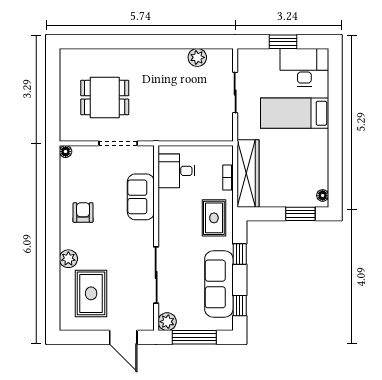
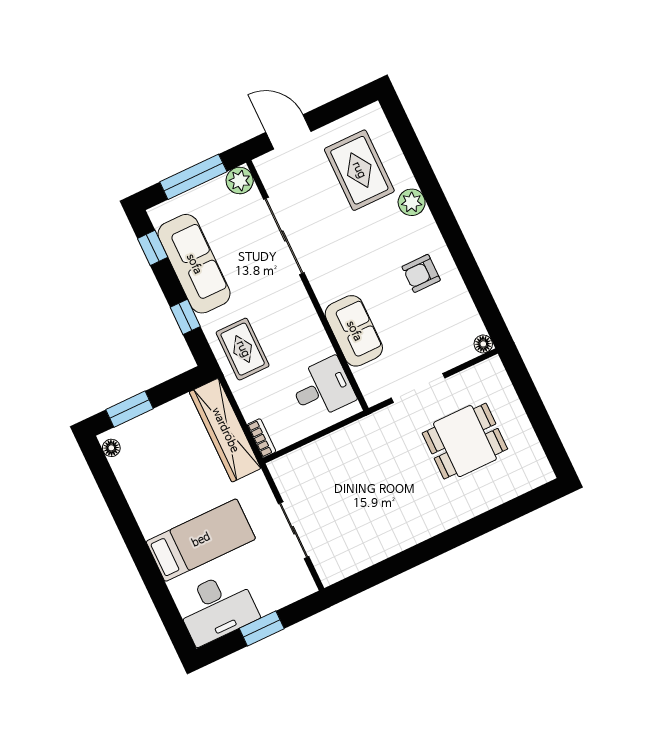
plant: (197, 57) -> (366, 553), removed
bookcase: (228, 178) -> (262, 438), moved
armchair: (83, 213) -> (421, 273), turned 90

